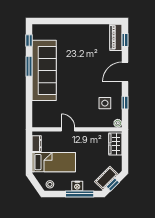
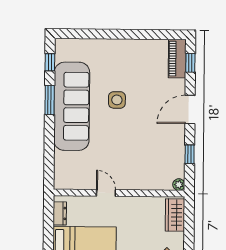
side table: (105, 103) -> (117, 100), moved

